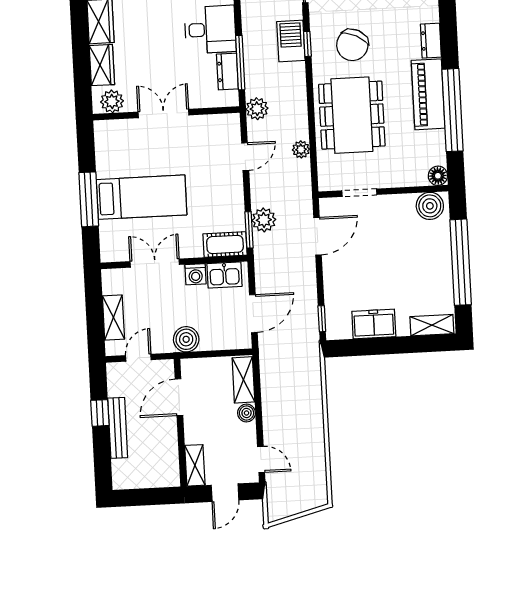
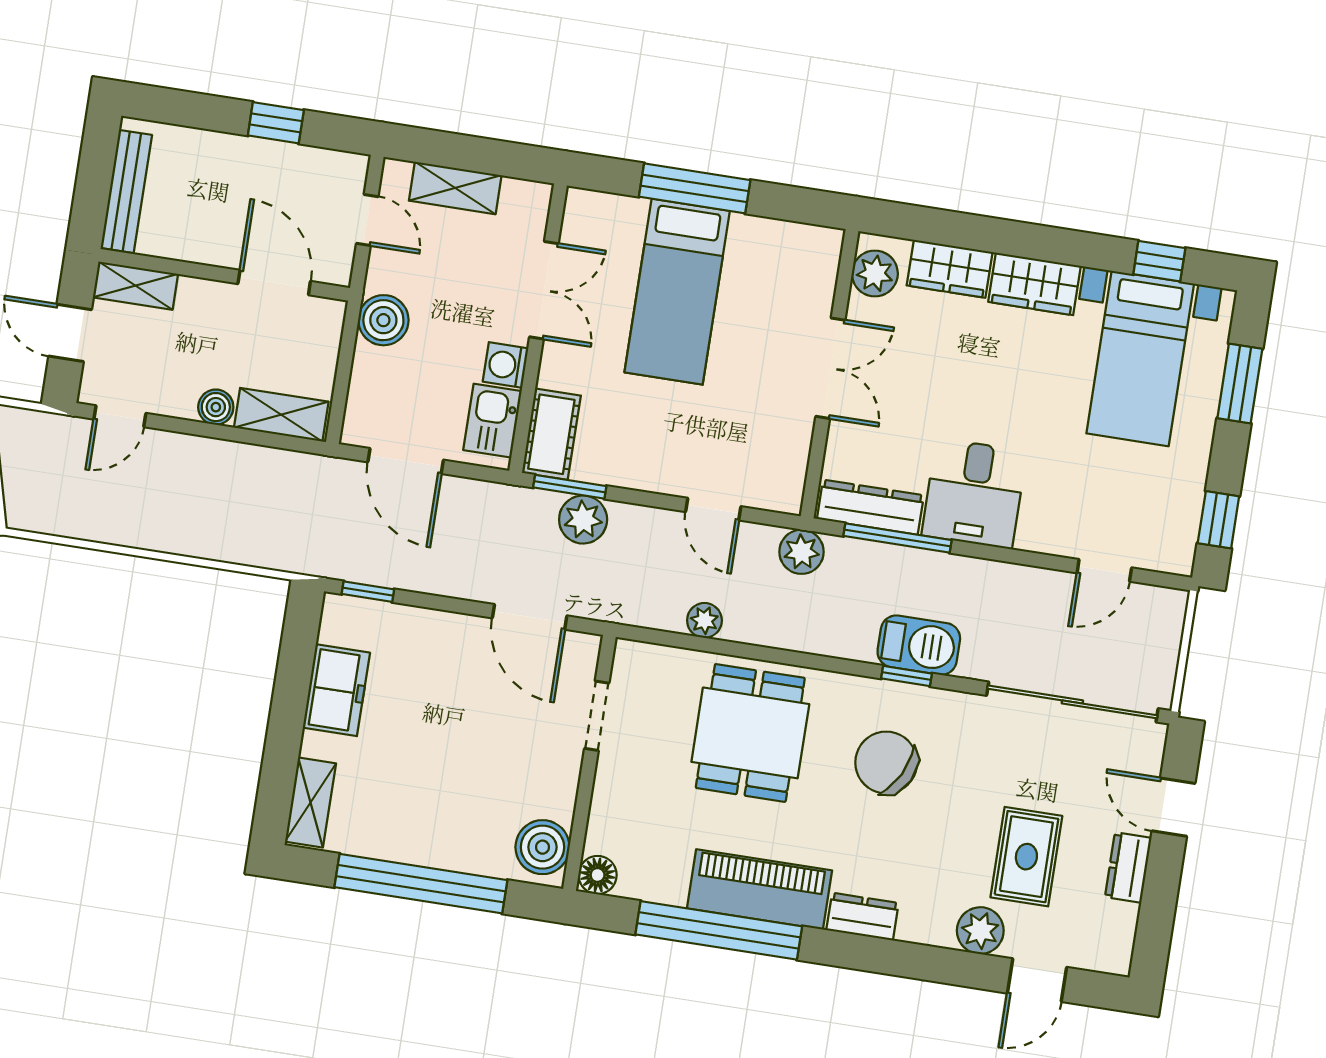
dresser: (227, 71) -> (870, 507), width x1.44
dining table: (352, 115) -> (750, 733), width x0.73
bench: (118, 428) -> (126, 191), moved, turned 90

